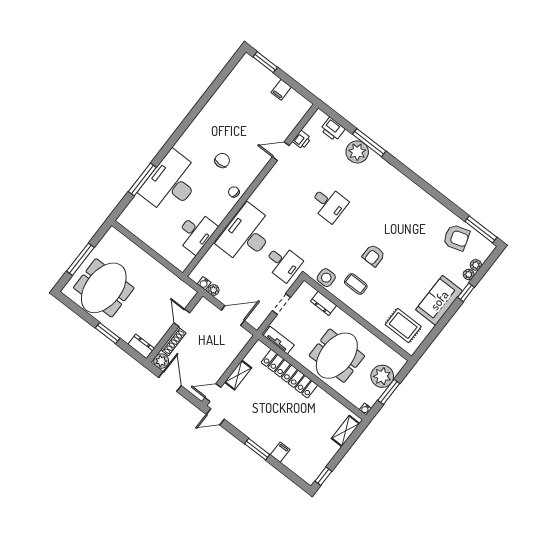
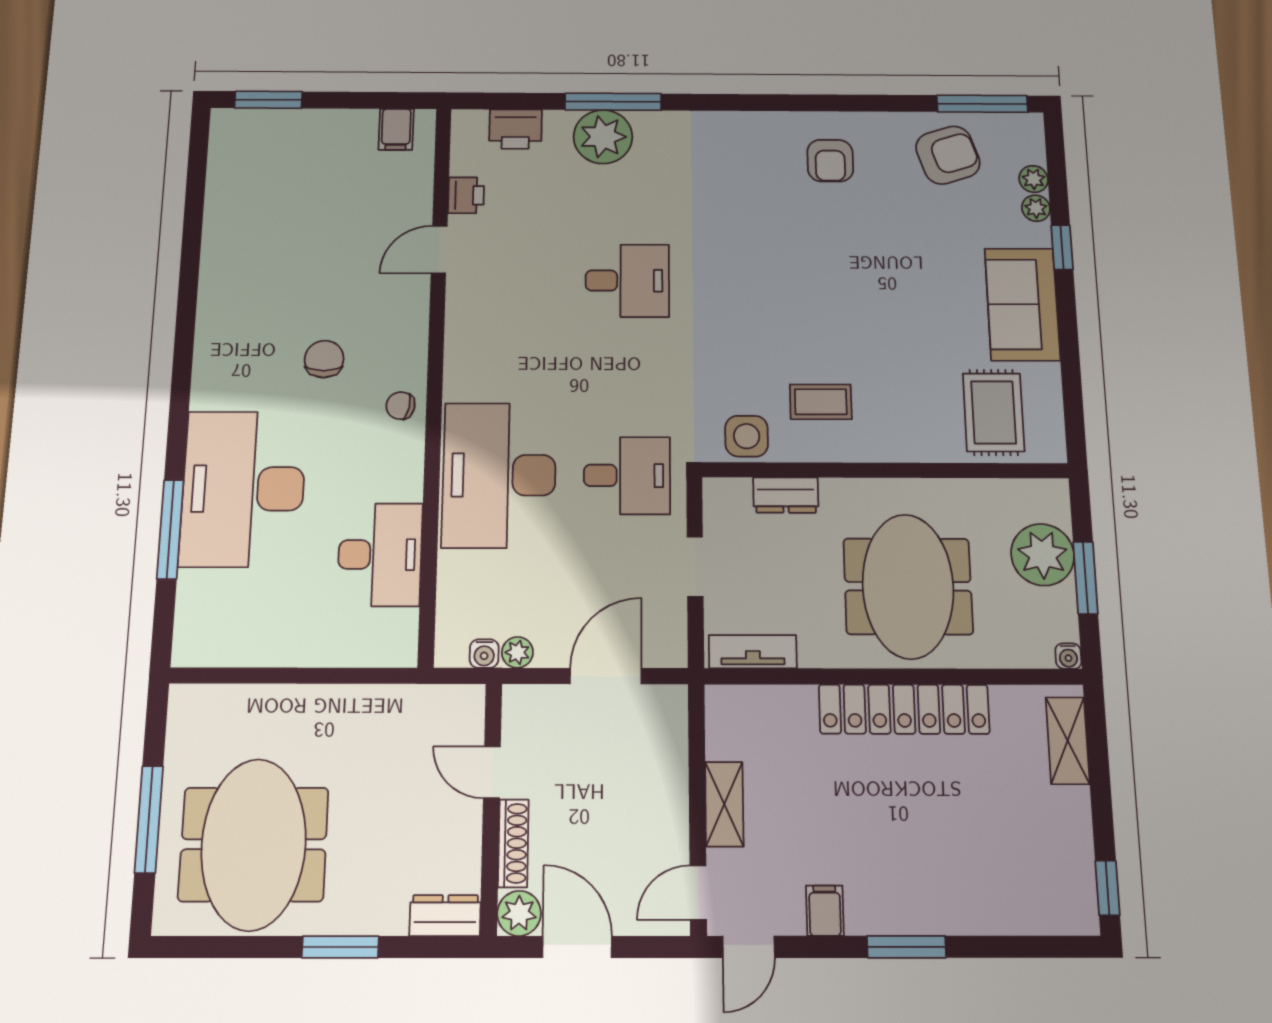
filing cabinet: (281, 90) -> (396, 129), moved
armchair: (374, 255) -> (830, 161), moved
rug: (403, 326) -> (994, 412), turned 90
locker: (289, 374) -> (904, 709), moved
filing cabinet: (280, 452) -> (825, 911), moved

